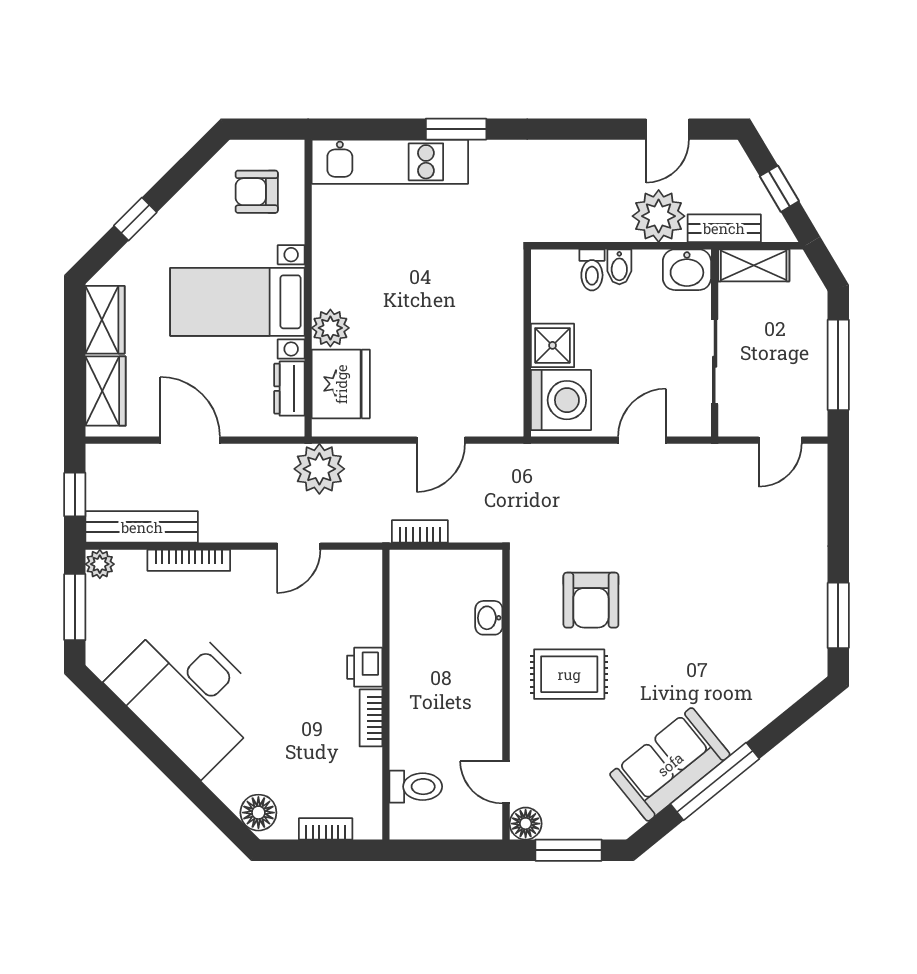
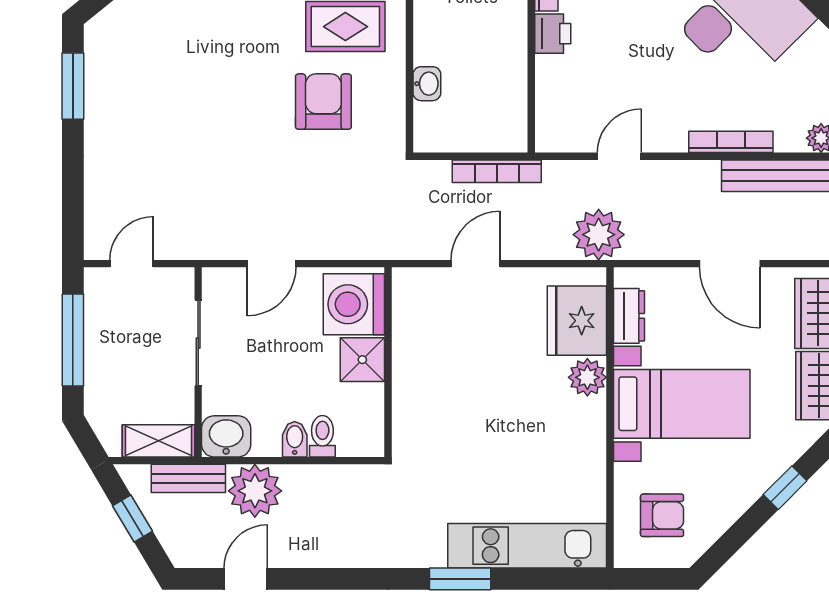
bookcase: (420, 531) -> (497, 171), width x1.56

